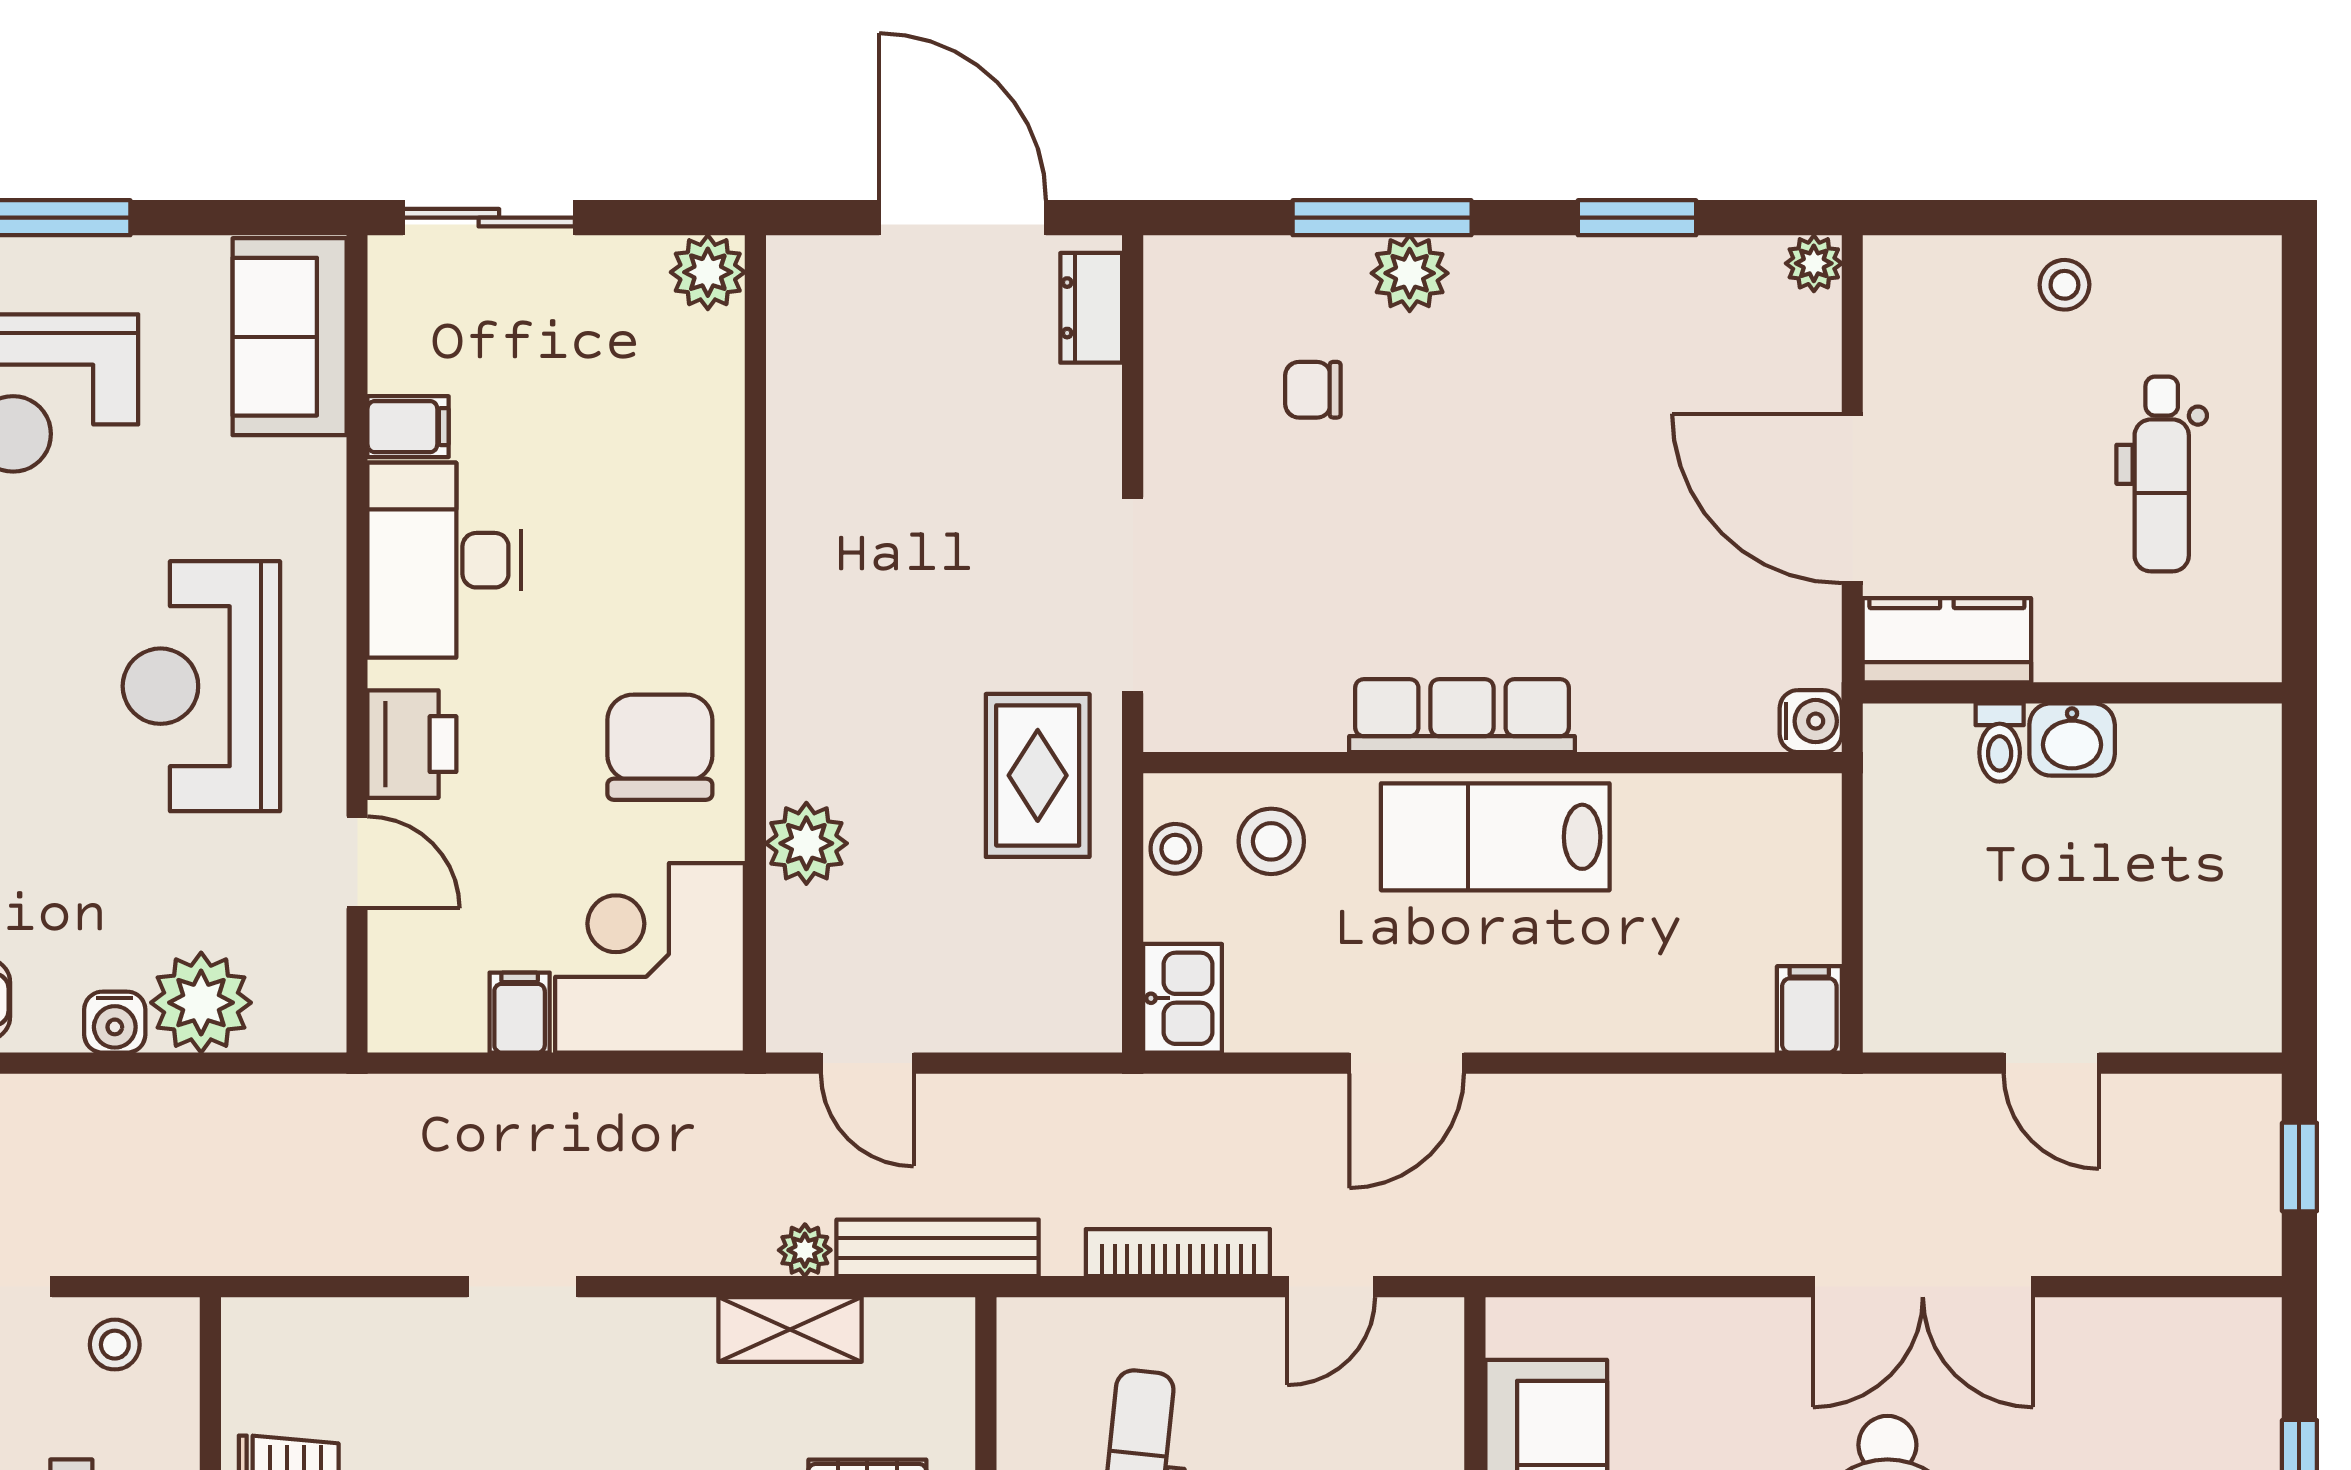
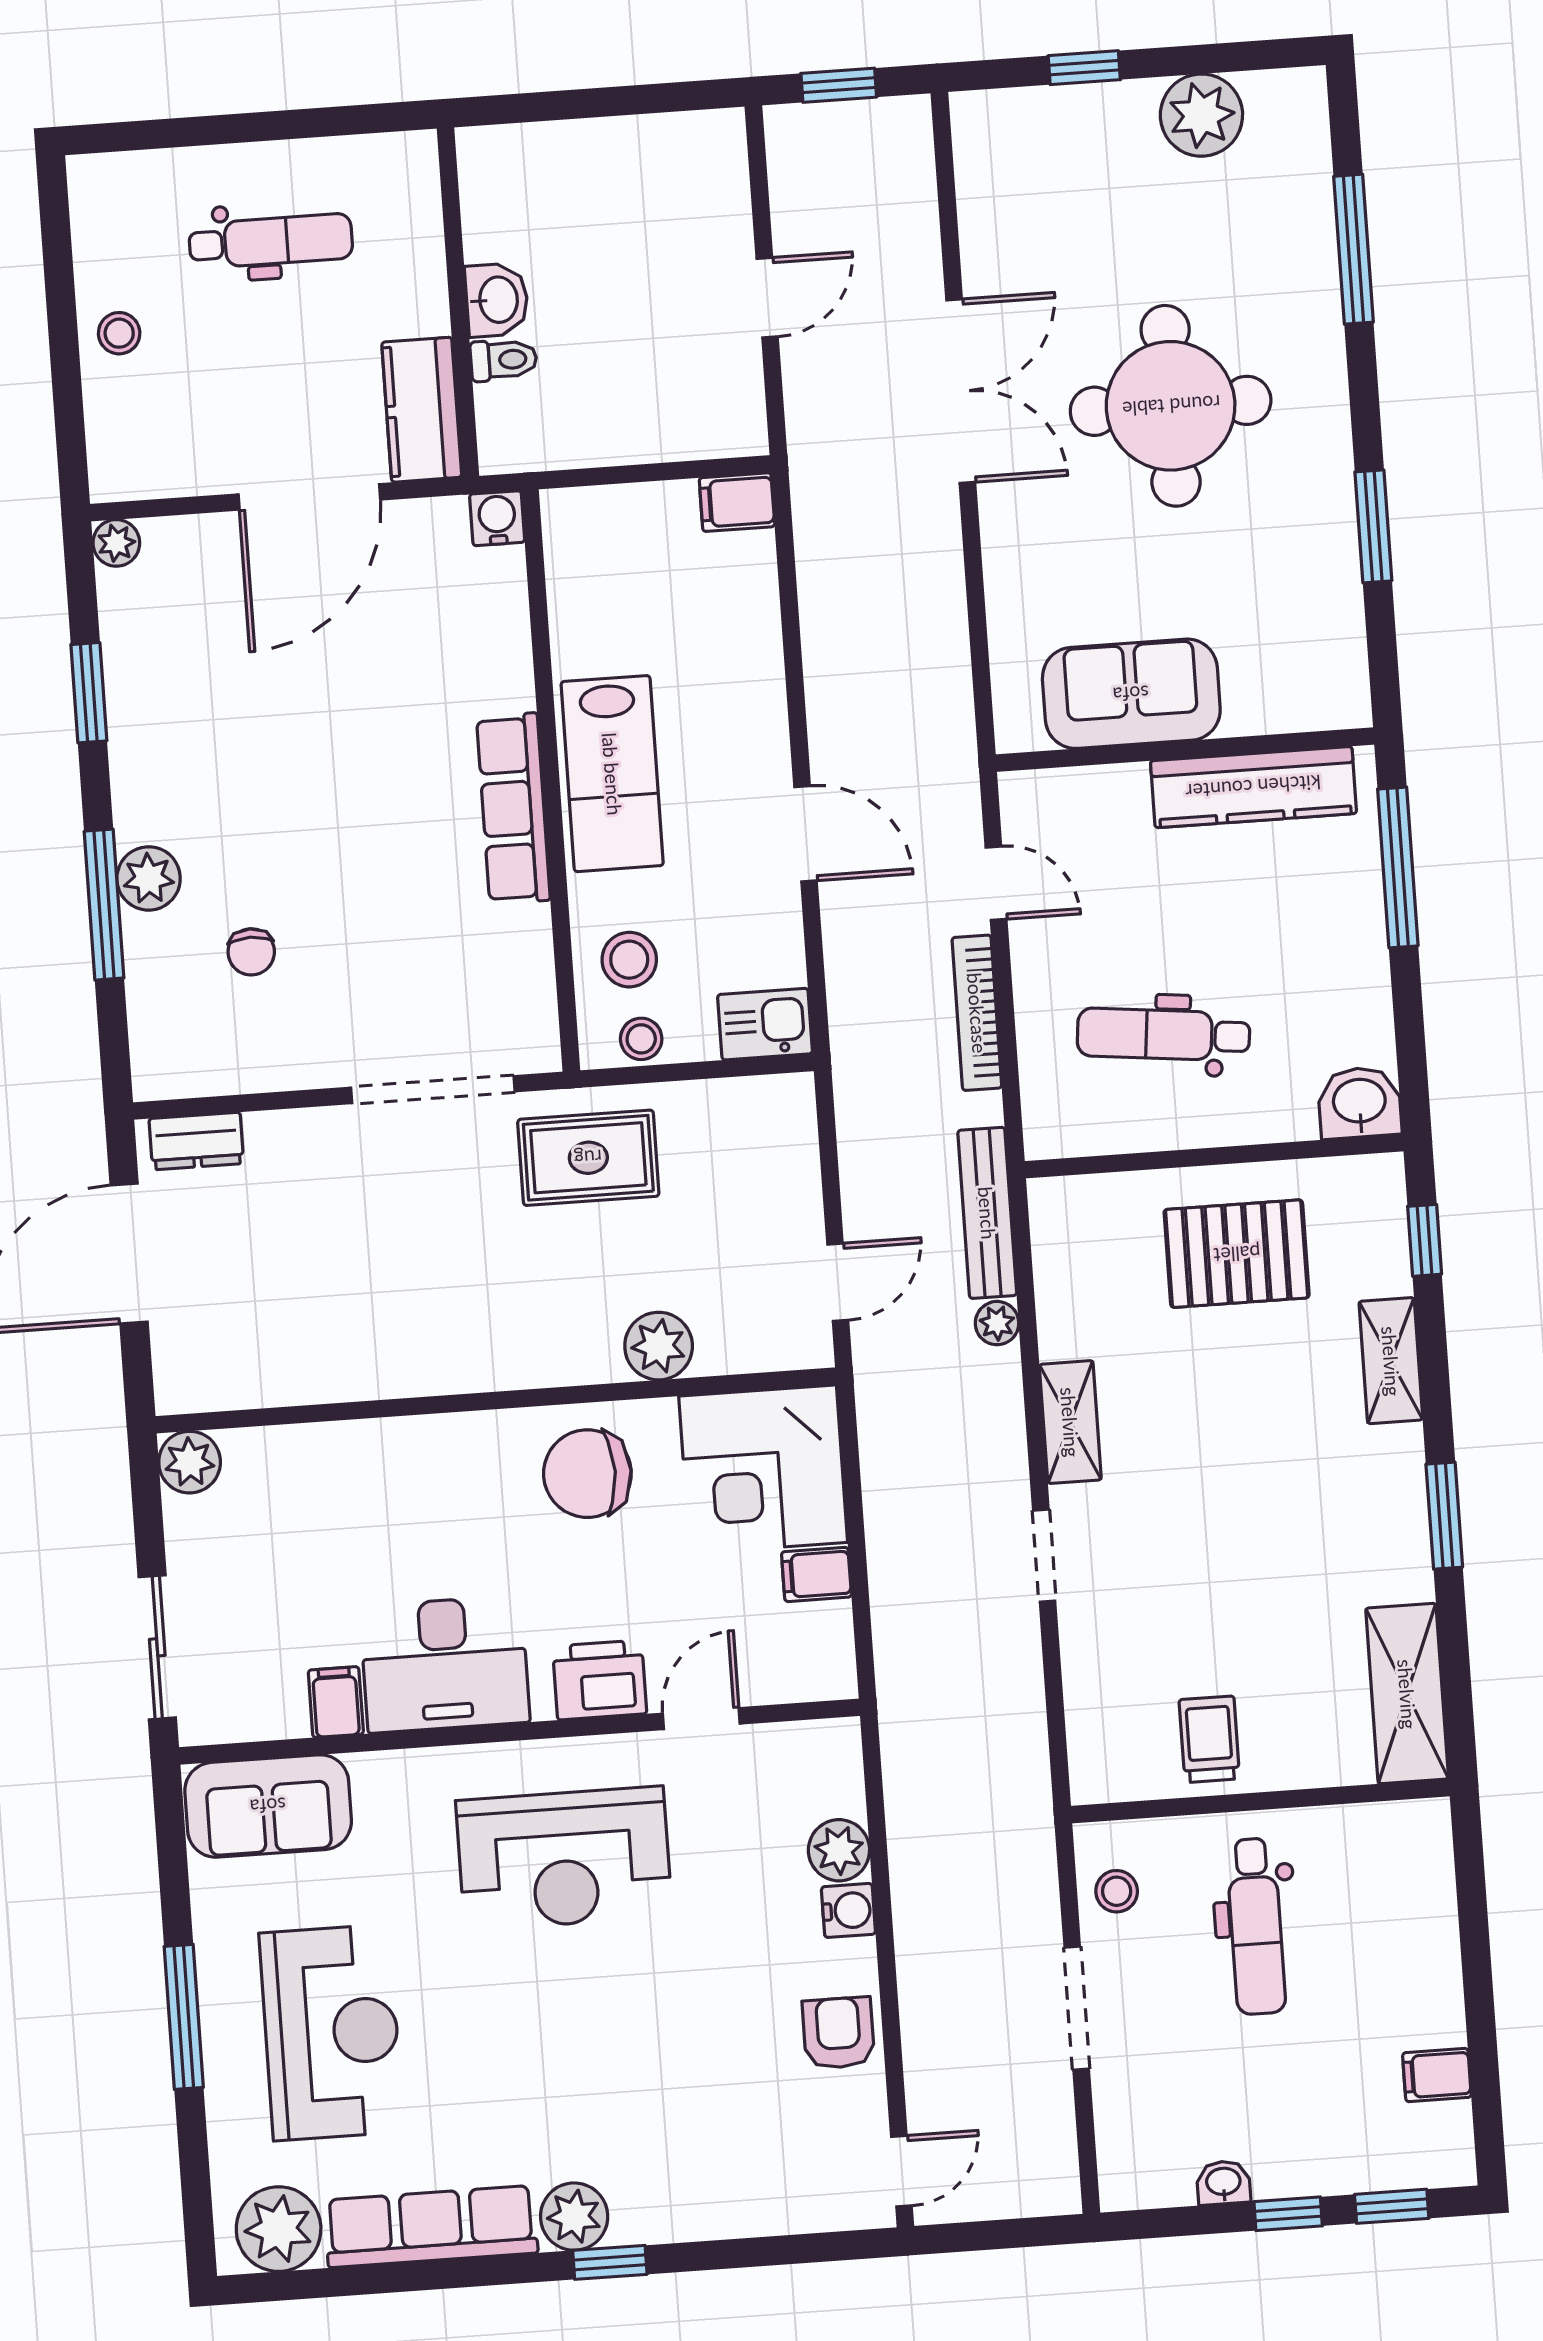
plant: (201, 1003) -> (839, 1850), width x0.73, depth x0.73
shelving: (790, 1329) -> (1070, 1422), moved

